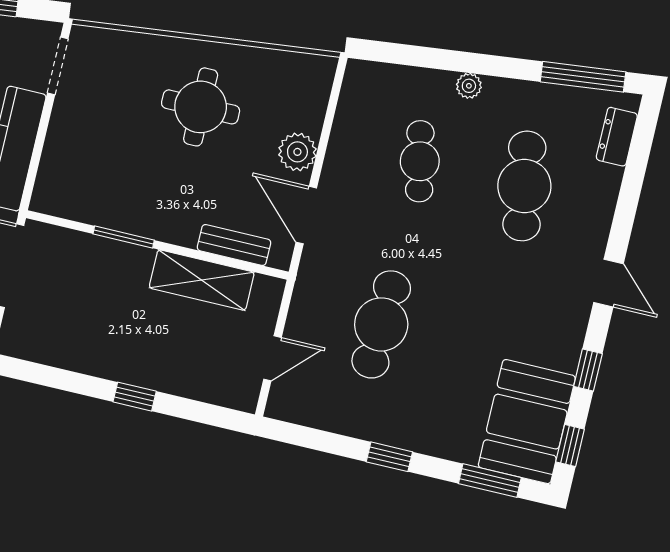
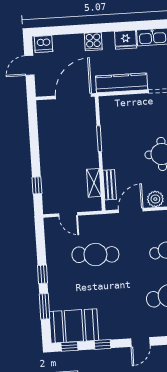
shelving: (202, 280) -> (94, 183), width x0.67, depth x0.75
window: (135, 397) -> (37, 185), moved
window: (490, 481) -> (45, 306), moved

